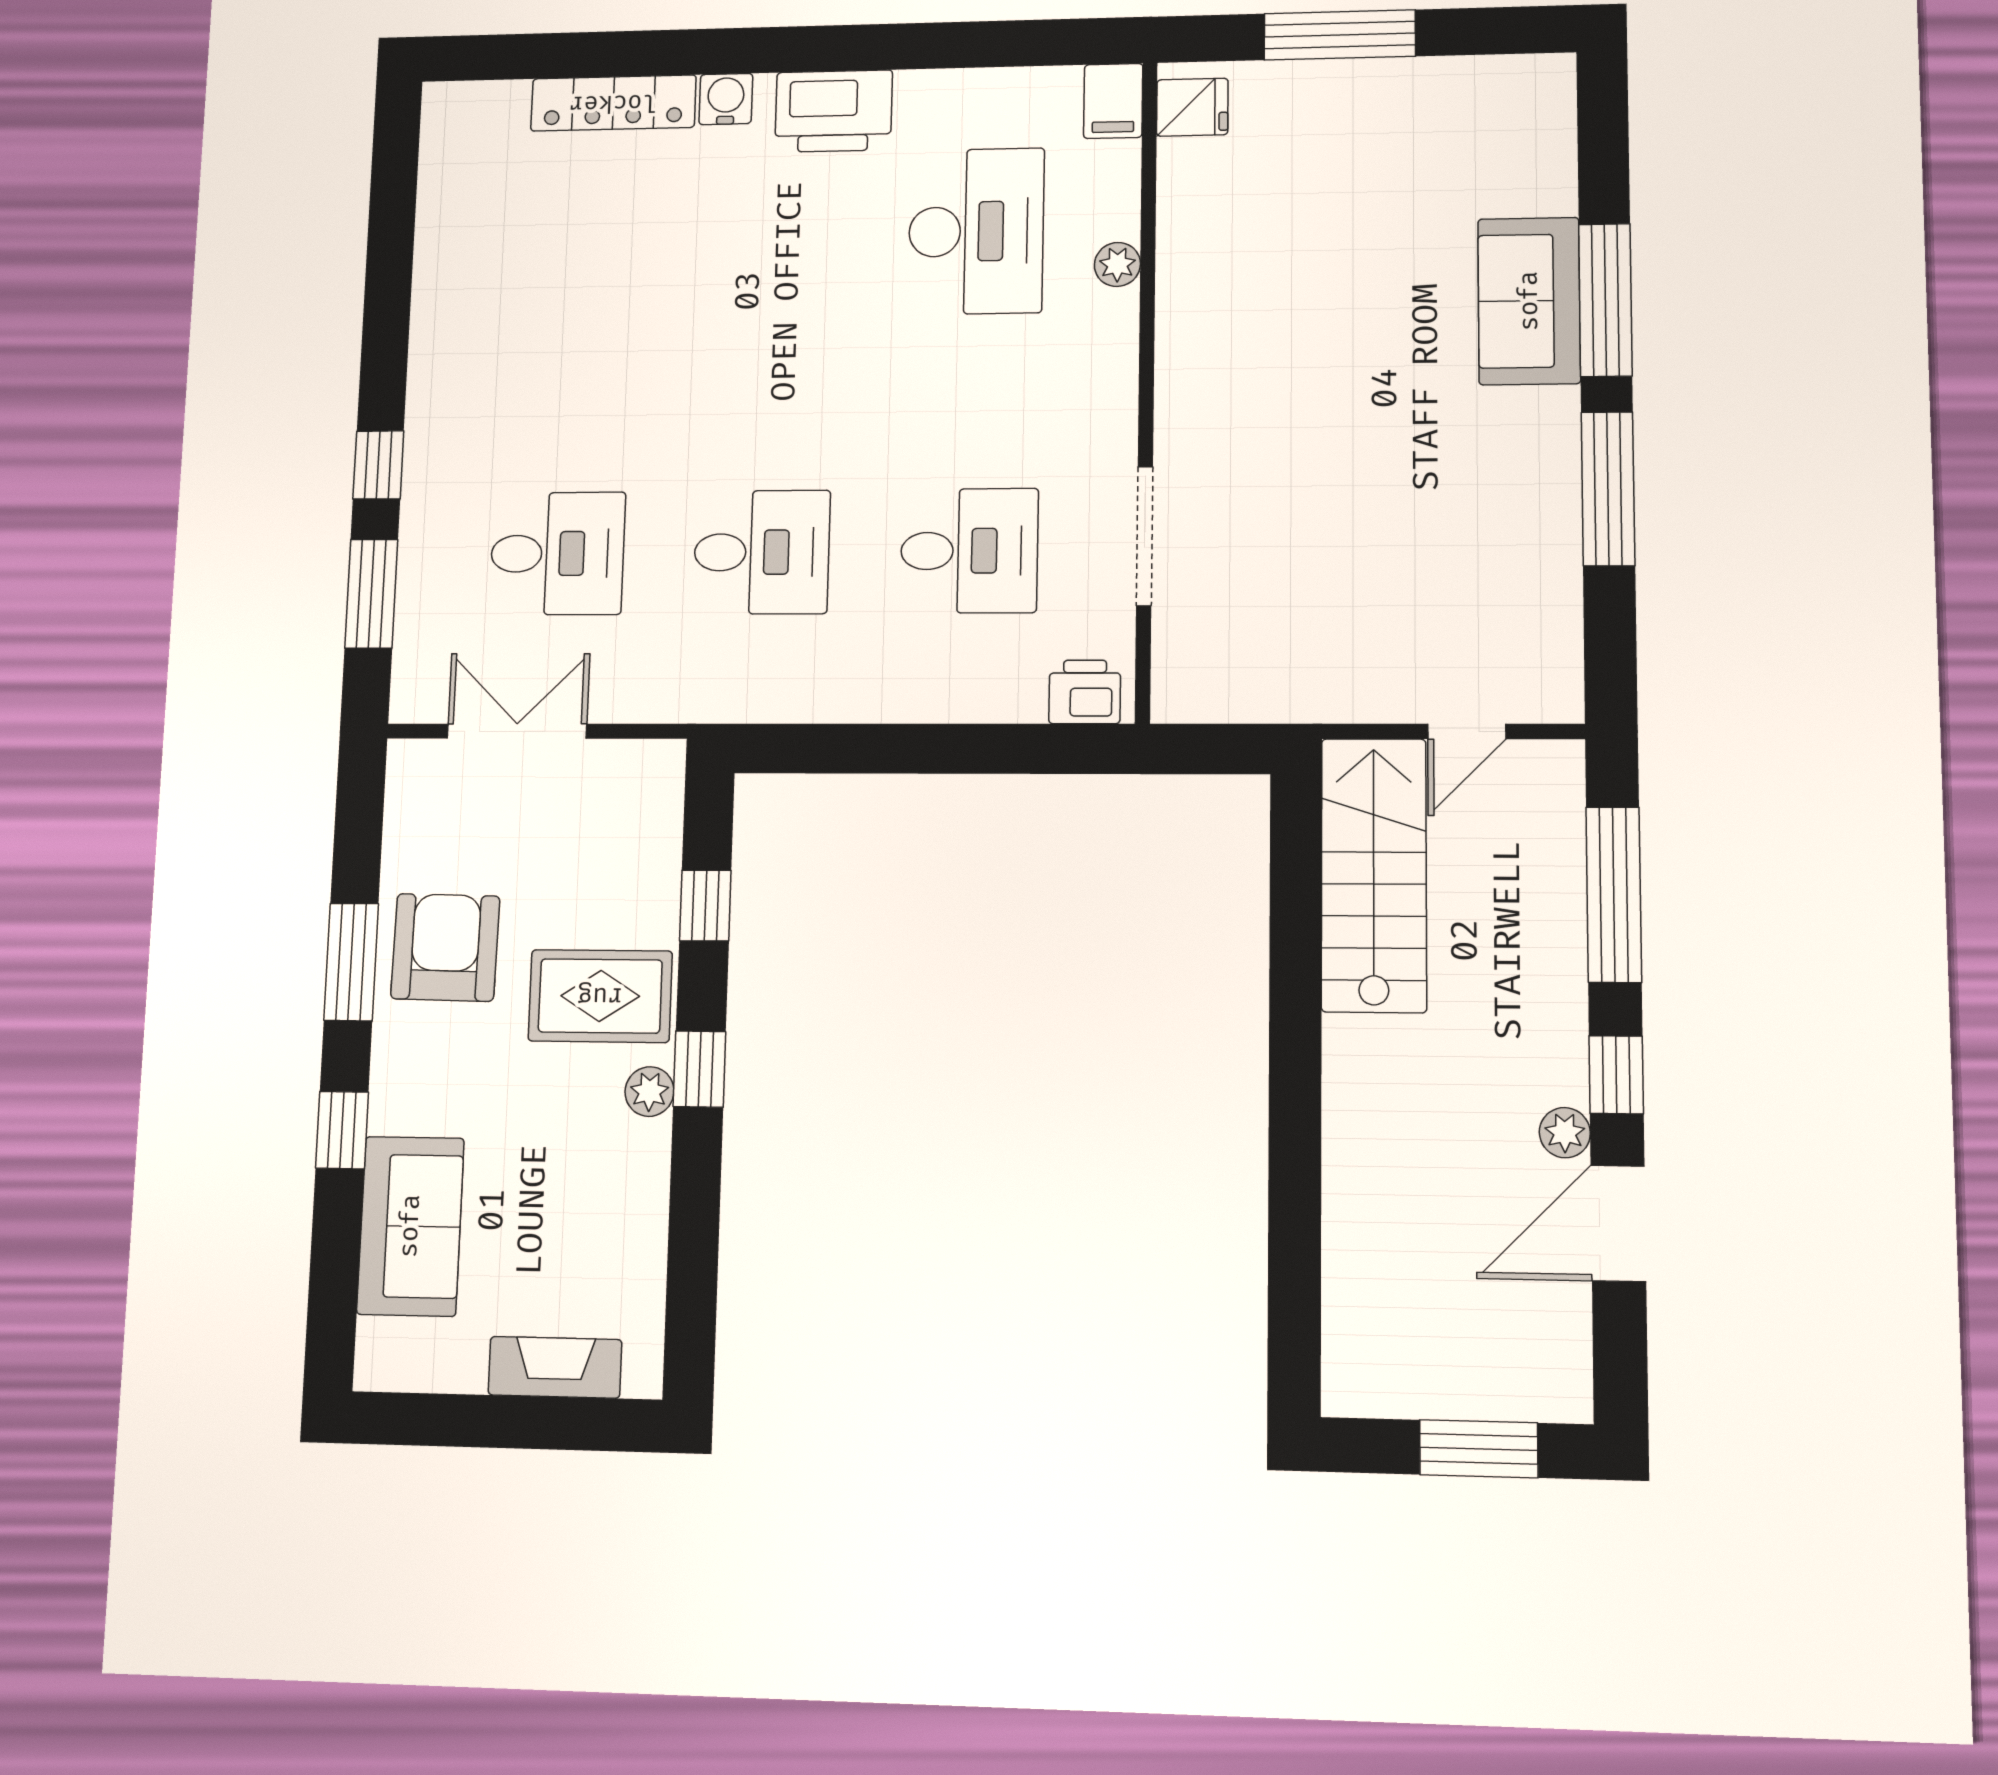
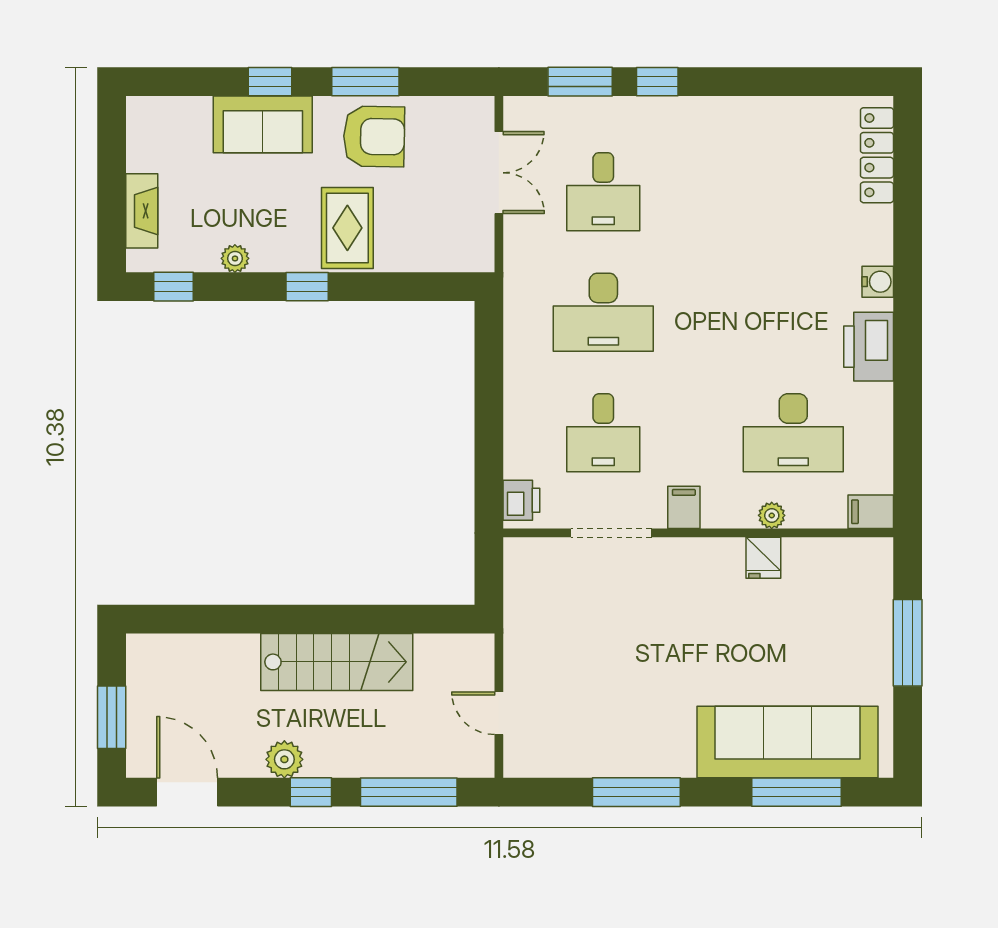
locker: (613, 103) -> (877, 155), moved
fridge: (1192, 107) -> (763, 558), moved
window: (1605, 300) -> (797, 792), moved
sofa: (1529, 301) -> (787, 742), width x1.85, depth x1.27
filing cabinet: (1101, 412) -> (684, 507), added
desk: (762, 552) -> (603, 312), width x1.37
stairs: (1374, 875) -> (337, 662), moved
window: (705, 906) -> (174, 287), moved
plant: (649, 1092) -> (235, 258), moved
plant: (1565, 1133) -> (284, 759), width x1.38, depth x1.38
door: (1618, 1223) -> (187, 792), moved
sofa: (410, 1226) -> (263, 124), moved

